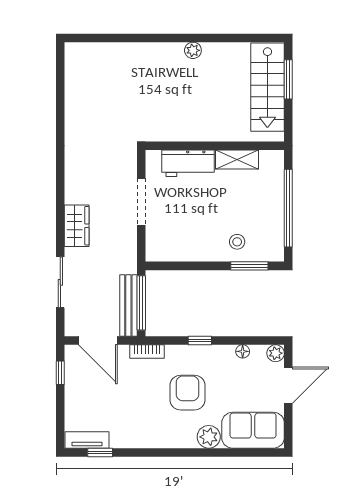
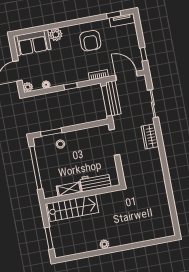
stairs: (267, 87) -> (73, 208), moved, turned 90
doorway: (141, 202) -> (114, 142), moved
armchair: (187, 393) -> (90, 41), moved

